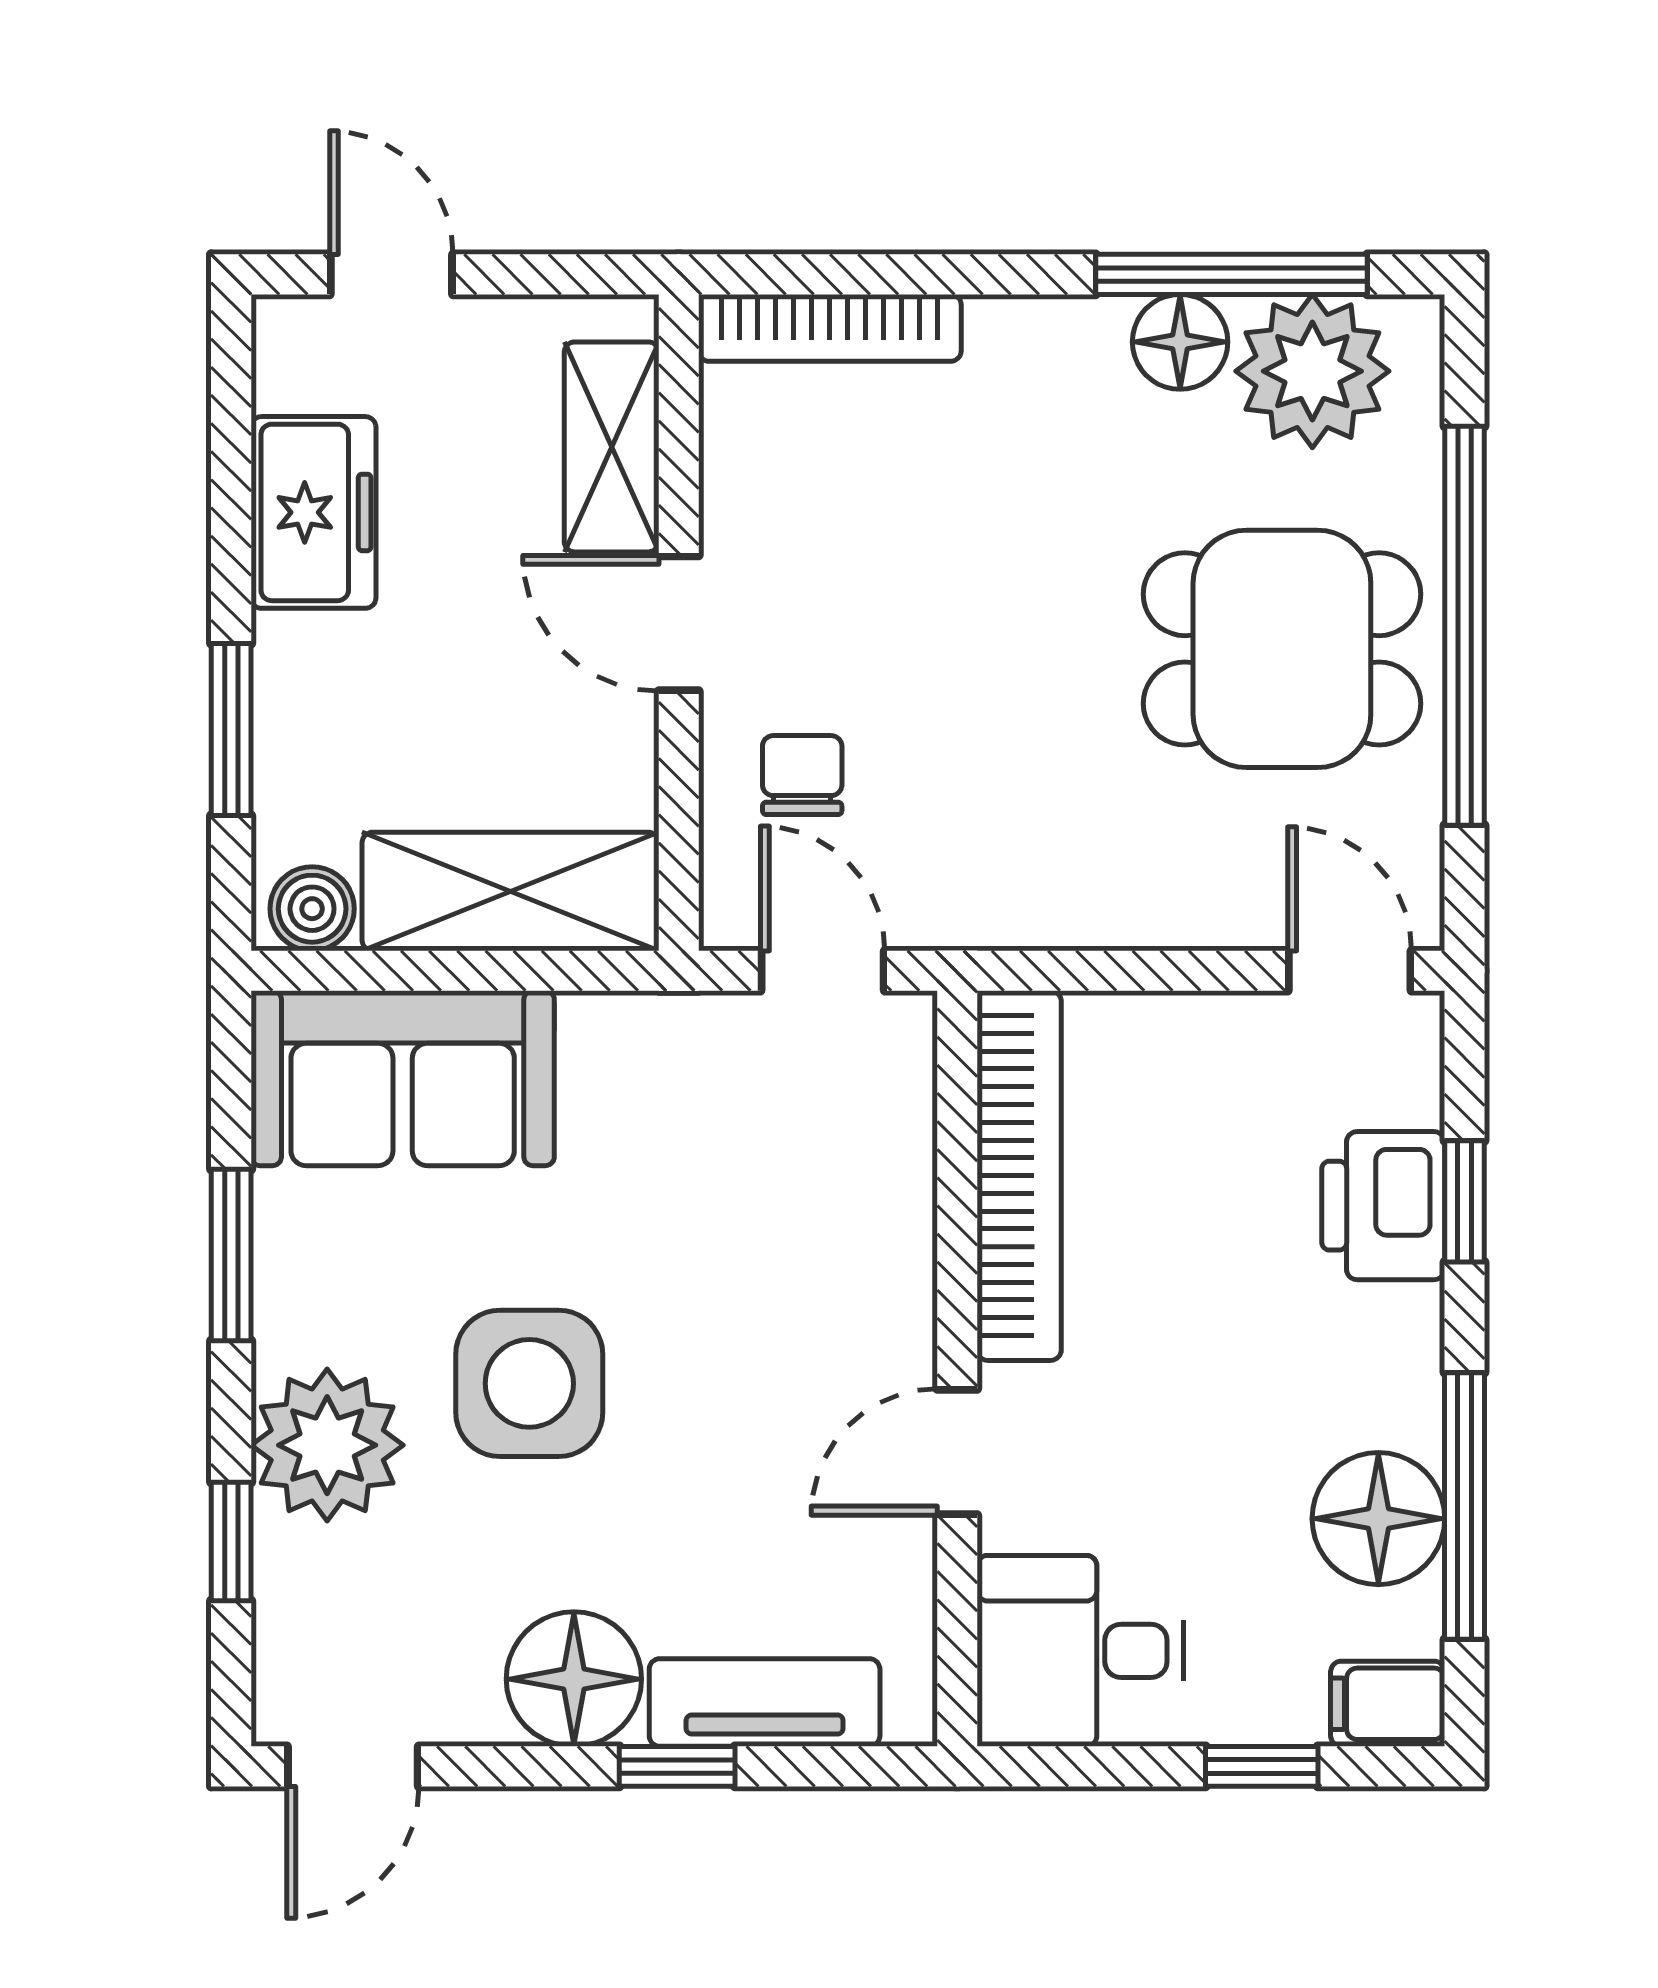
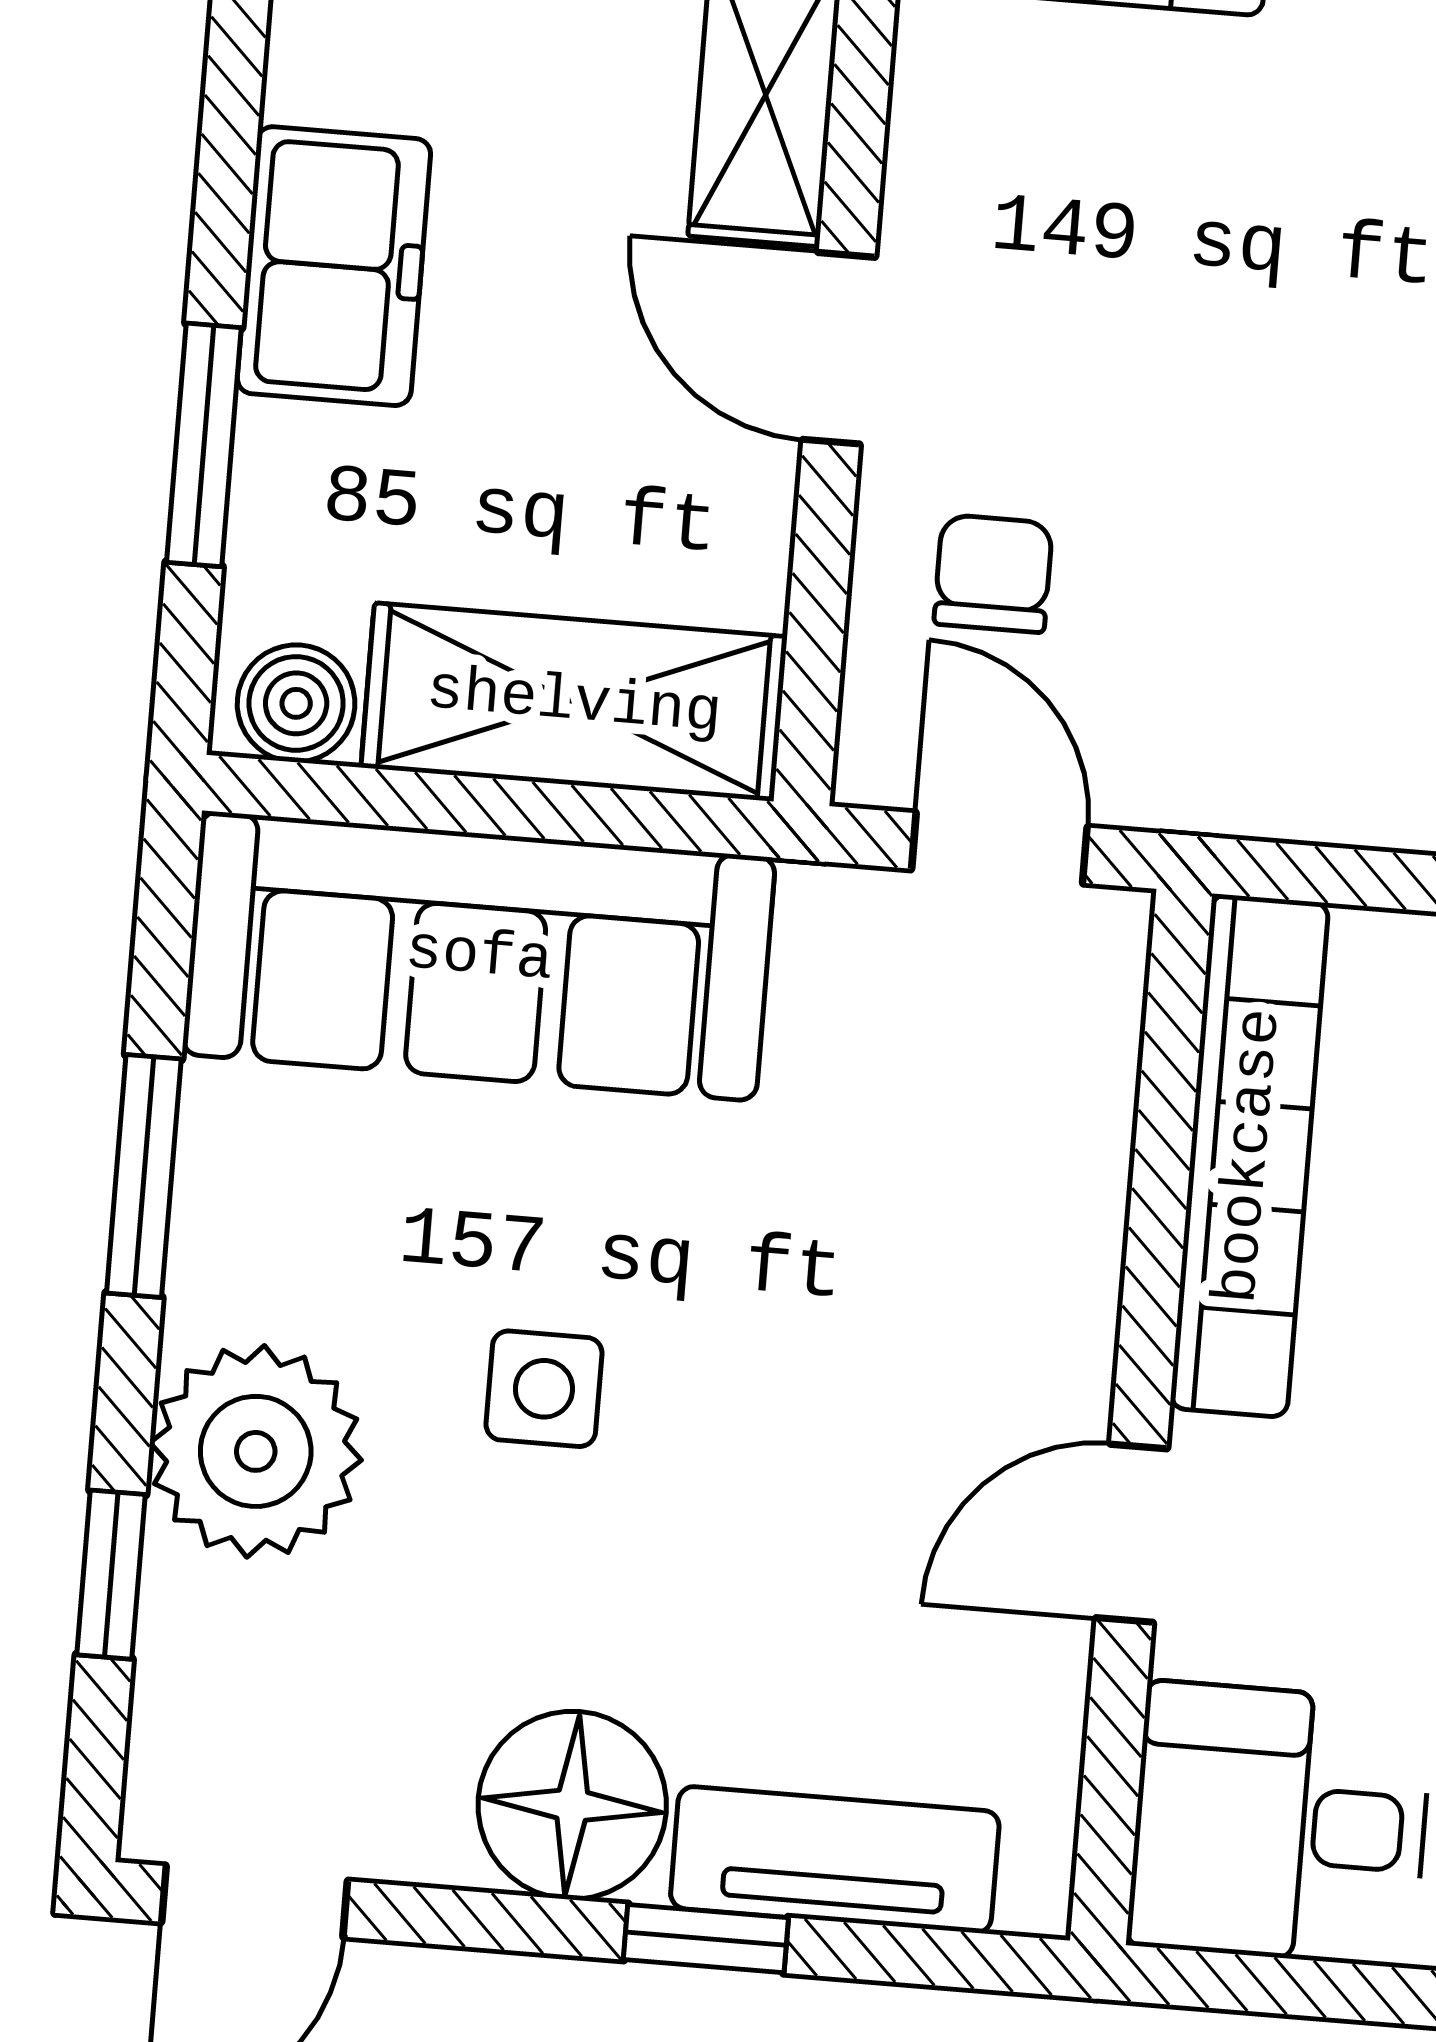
freezer: (313, 512) -> (334, 266), moved
sofa: (403, 1078) -> (479, 956), width x1.36
side table: (529, 1383) -> (544, 1389), width x0.54, depth x0.54

